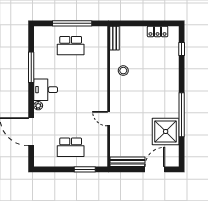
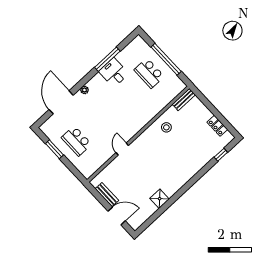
desk: (46, 90) -> (114, 73), moved
window: (182, 115) -> (174, 199), removed
shower: (166, 131) -> (160, 199), width x0.54, depth x0.54
bench: (127, 162) -> (107, 195), width x0.73
window: (85, 169) -> (54, 149), moved

